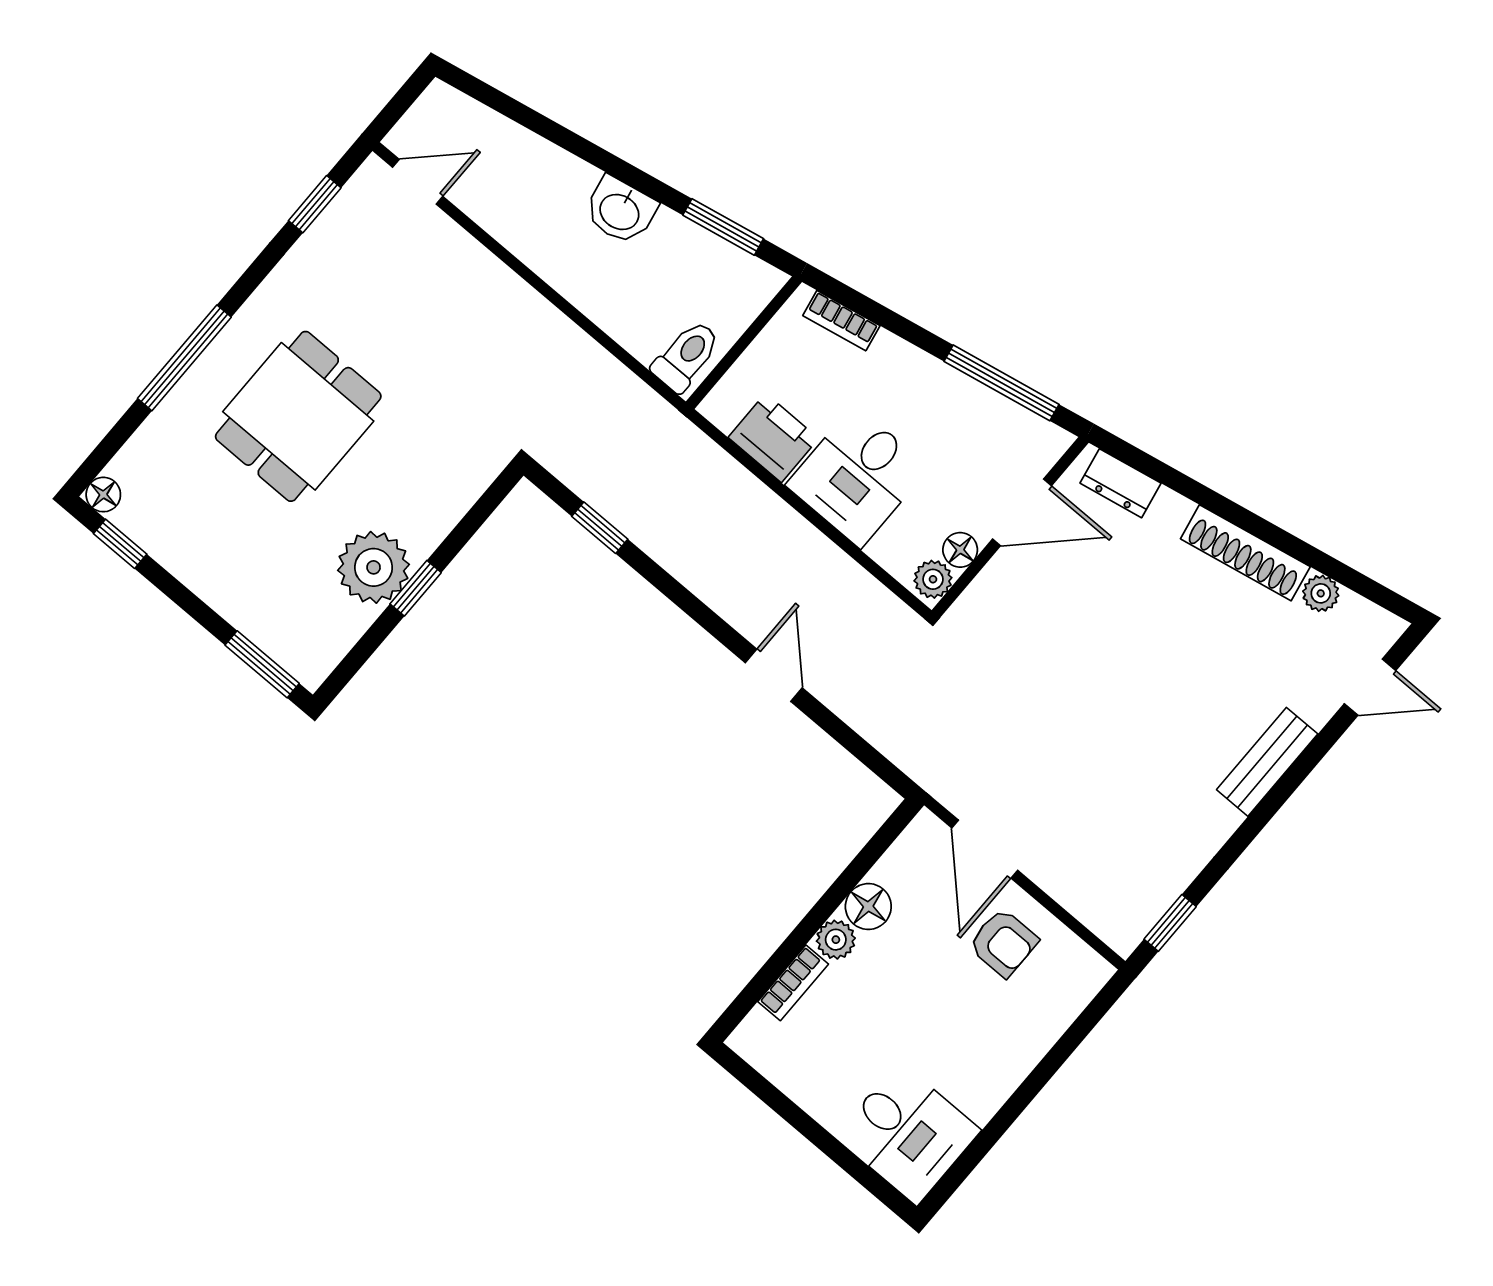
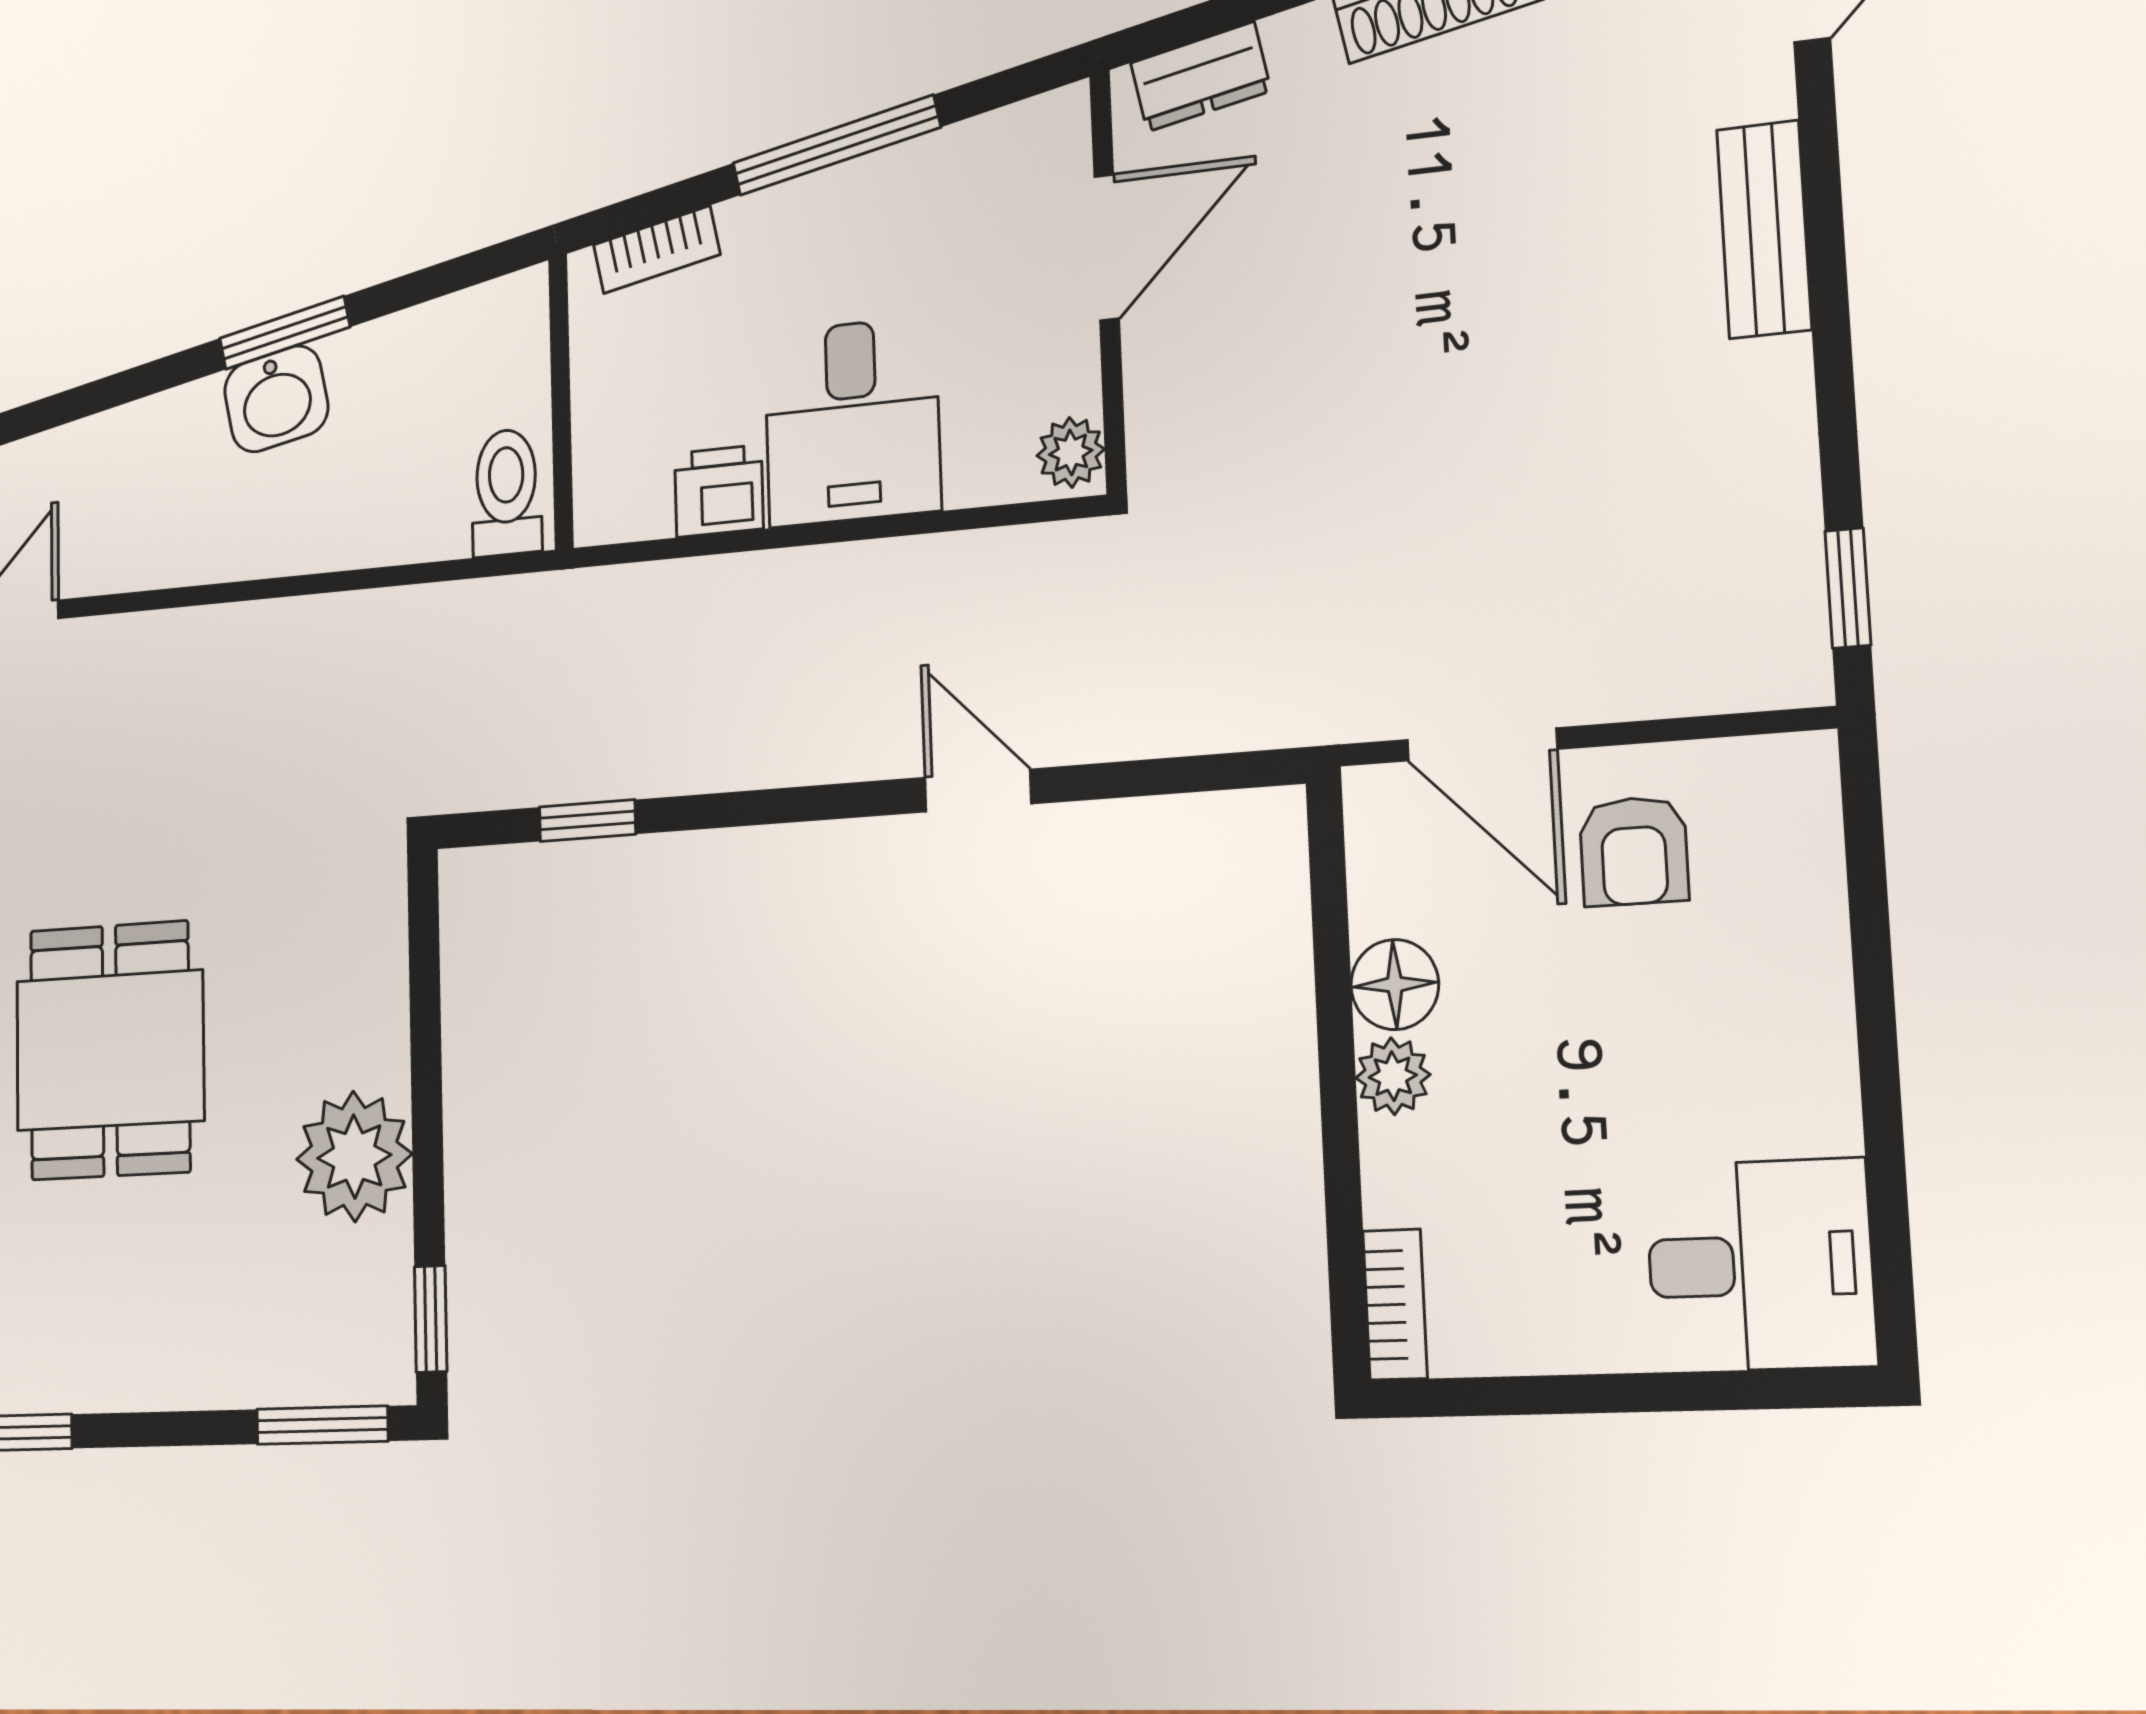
window: (723, 227) -> (285, 333), moved
window: (1002, 383) -> (836, 145), moved
printer: (773, 438) -> (719, 491), width x0.73, depth x0.81
floor lamp: (960, 550) -> (1071, 378), removed
window: (416, 588) -> (431, 1319), moved
armchair: (1003, 943) -> (1634, 851), turned 90
bookcase: (793, 983) -> (1395, 1304), moved

